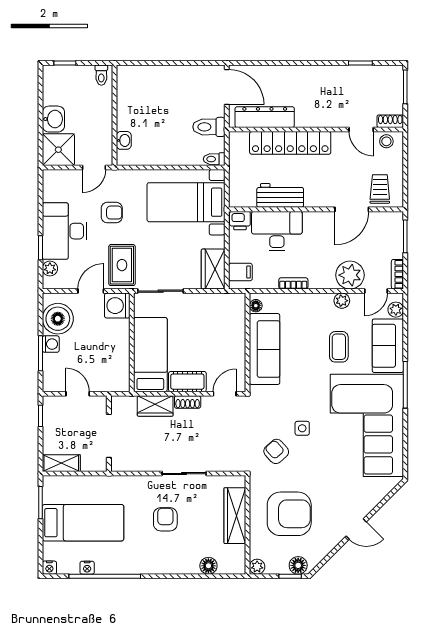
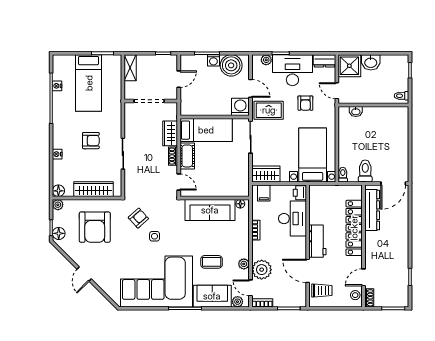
dresser: (51, 185) -> (324, 61), added
workbench: (280, 195) -> (317, 241), moved
floor lamp: (208, 566) -> (58, 191), moved
nightstand: (49, 568) -> (57, 154), moved

